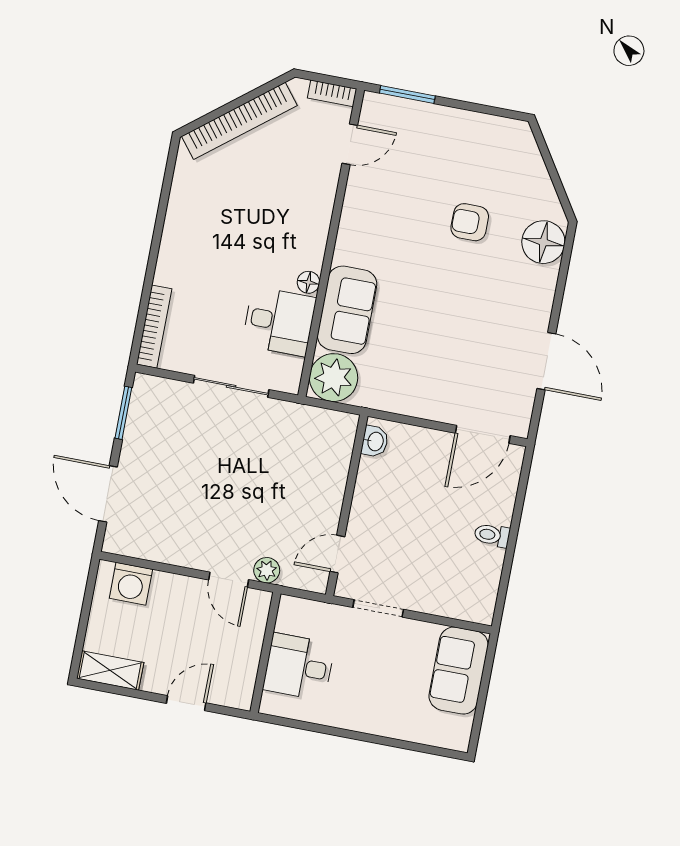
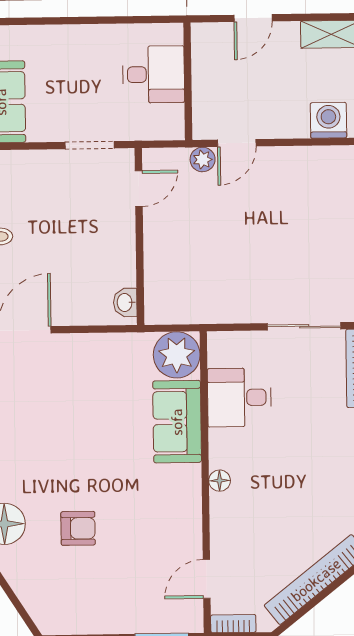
floor lamp: (308, 282) -> (220, 481), moved
sliding door: (231, 386) -> (304, 326), moved
door: (229, 580) -> (237, 143), swing flipped

